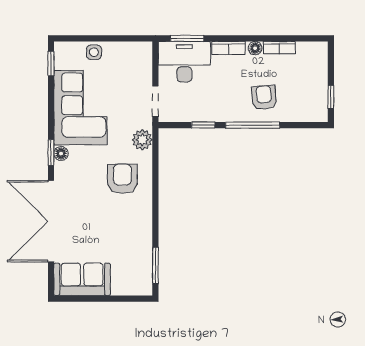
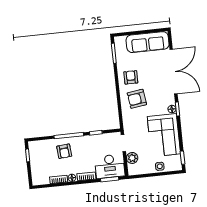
plant: (142, 140) -> (132, 158), moved
armchair: (122, 179) -> (137, 99), turned 82
armchair: (129, 219) -> (131, 77), added
sofa: (82, 279) -> (148, 42), width x1.36

